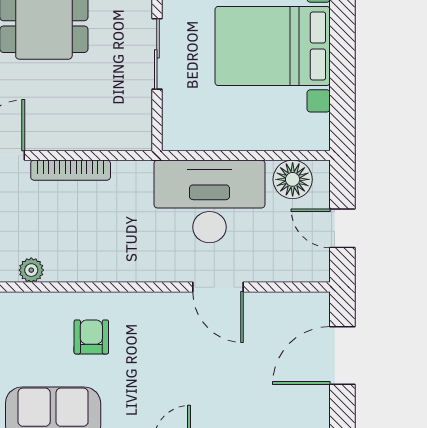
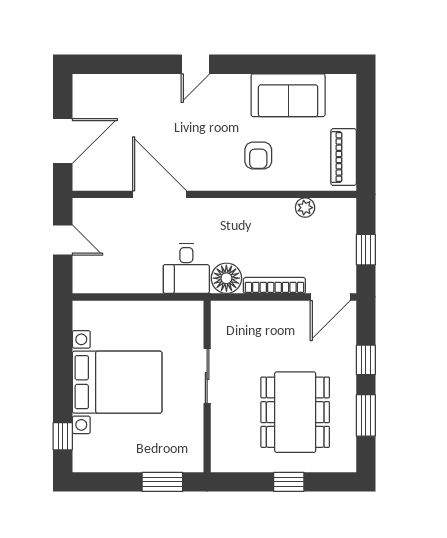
floor lamp: (293, 179) -> (226, 278), moved
desk: (209, 201) -> (186, 269), width x0.53, depth x0.77
door: (218, 287) -> (160, 194), width x1.36

